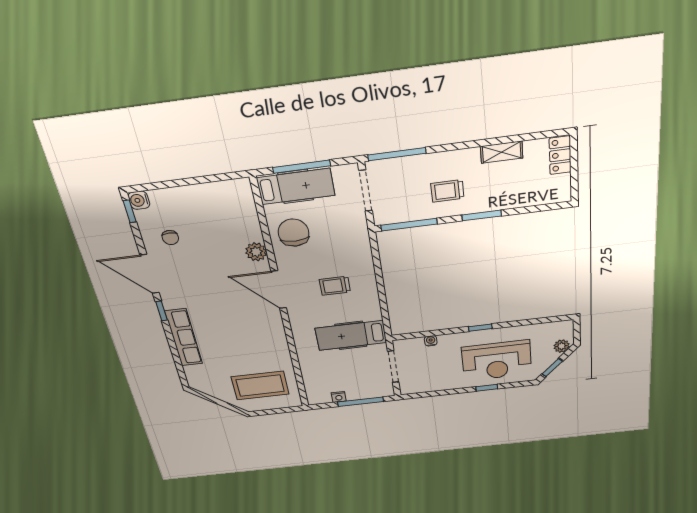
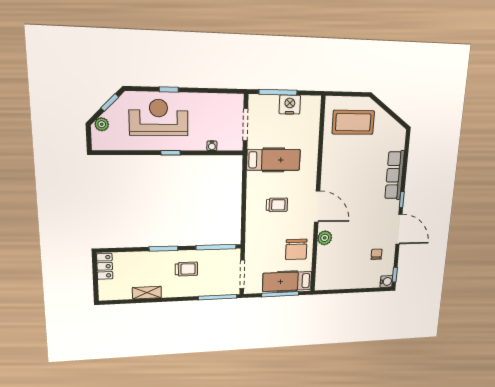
locker: (560, 155) -> (105, 266), moved
nightstand: (339, 397) -> (290, 105), width x1.89, depth x1.79

